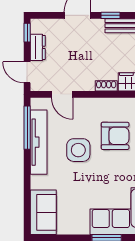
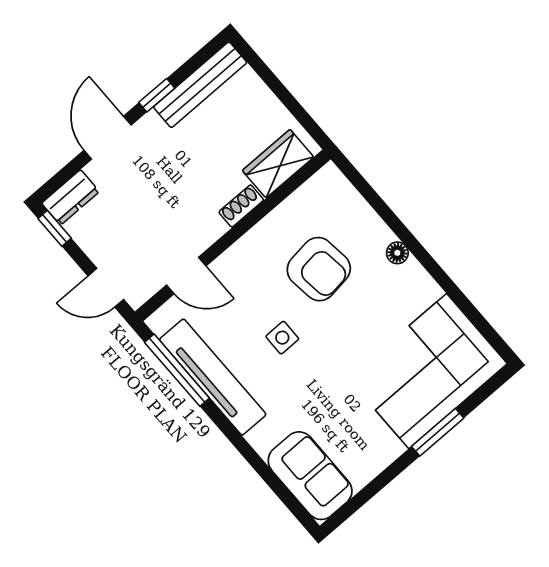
dresser: (38, 47) -> (70, 197), moved, turned 90
armchair: (115, 136) -> (319, 269), turned 83
side table: (78, 150) -> (282, 338), width x0.54, depth x0.54

